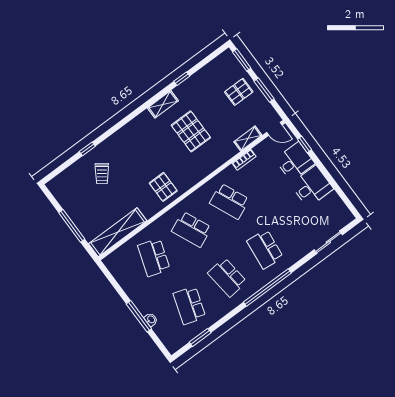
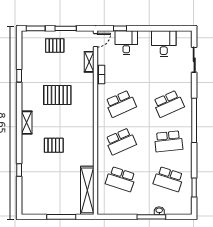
pallet: (239, 92) -> (55, 45), turned 90
shelving: (163, 104) -> (27, 123), moved
trolley: (102, 174) -> (42, 172), removed
desk: (312, 186) -> (164, 44), moved
pallet: (163, 187) -> (54, 145), moved
school desk: (265, 249) -> (169, 104), turned -30

